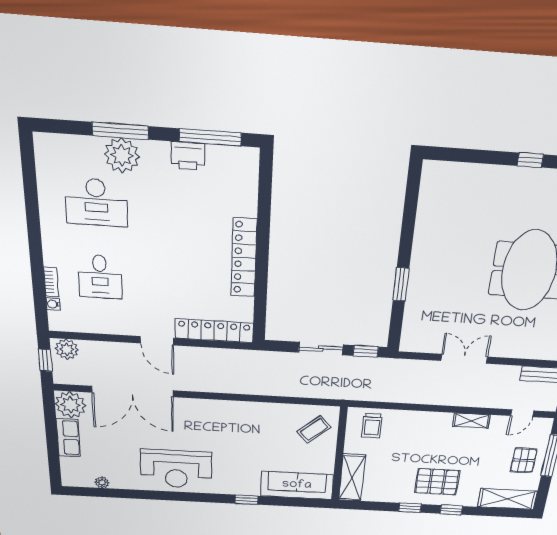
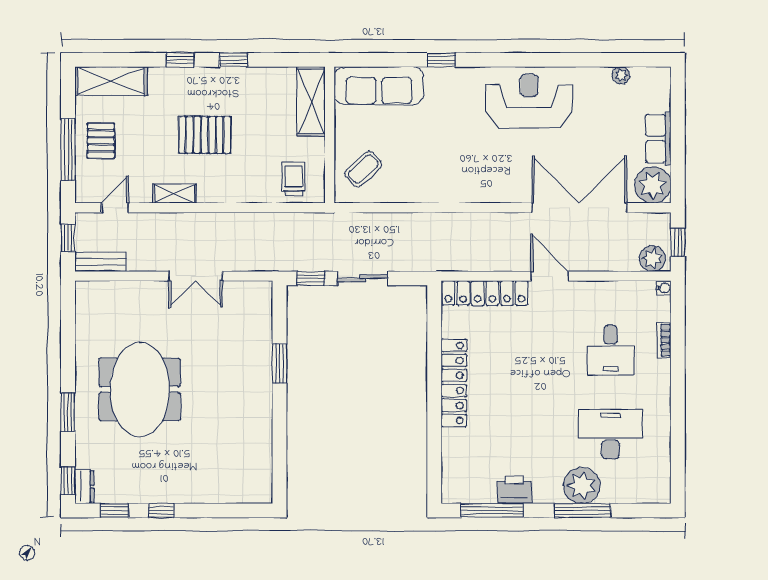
desk: (100, 277) -> (611, 350), turned 180
water cooler: (53, 304) -> (664, 288), moved
pallet: (437, 482) -> (205, 135), moved

